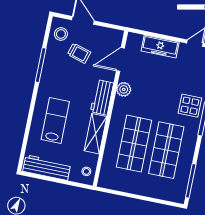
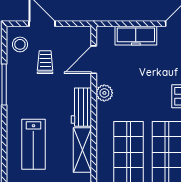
trolley: (79, 53) -> (45, 62), turned -107
lab bench: (55, 120) -> (33, 144), turned 180

